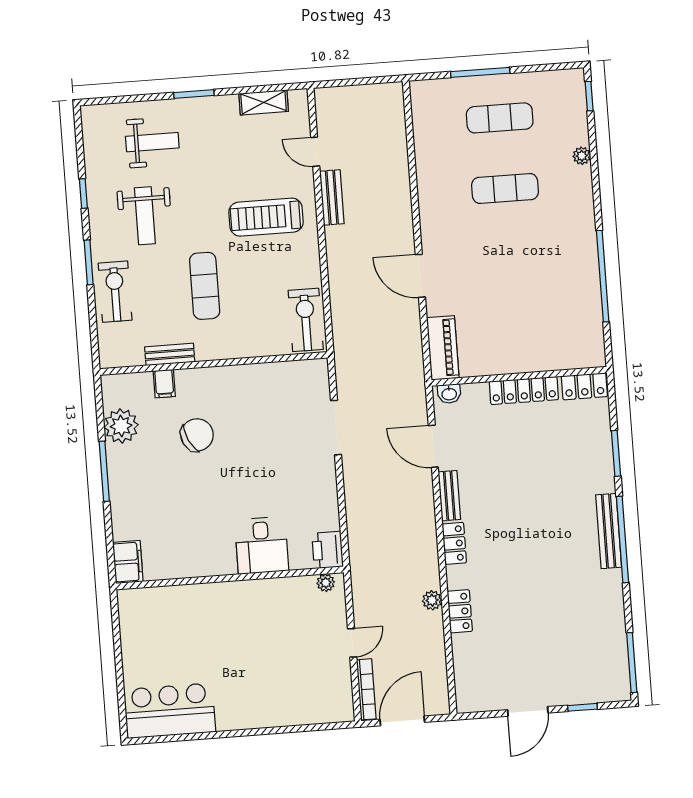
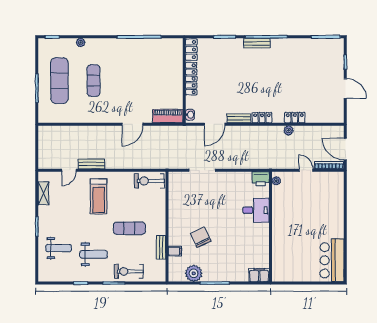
exercise mat: (500, 118) -> (59, 81), width x1.36, depth x1.45
weight bench: (152, 142) -> (59, 248), turned 90
bench: (609, 531) -> (257, 43), width x0.73

